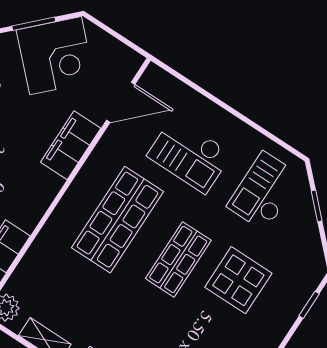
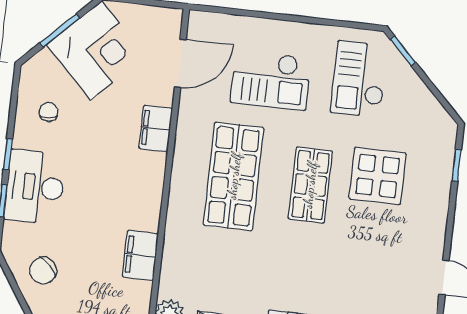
filing cabinet: (71, 145) -> (156, 129), width x0.67, depth x0.86
window: (317, 206) -> (403, 51), moved

